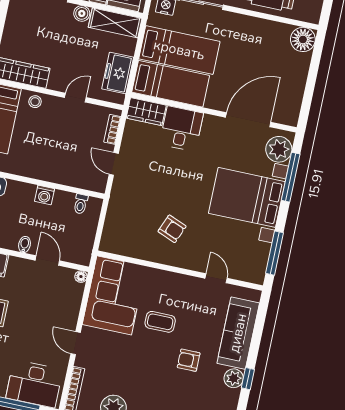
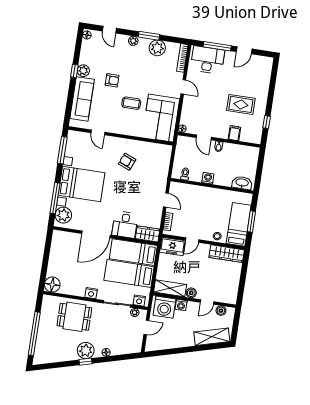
nightstand: (242, 22) -> (91, 293), added
freezer: (118, 73) -> (172, 247), moved, turned 90
door: (248, 120) -> (96, 234), moved

